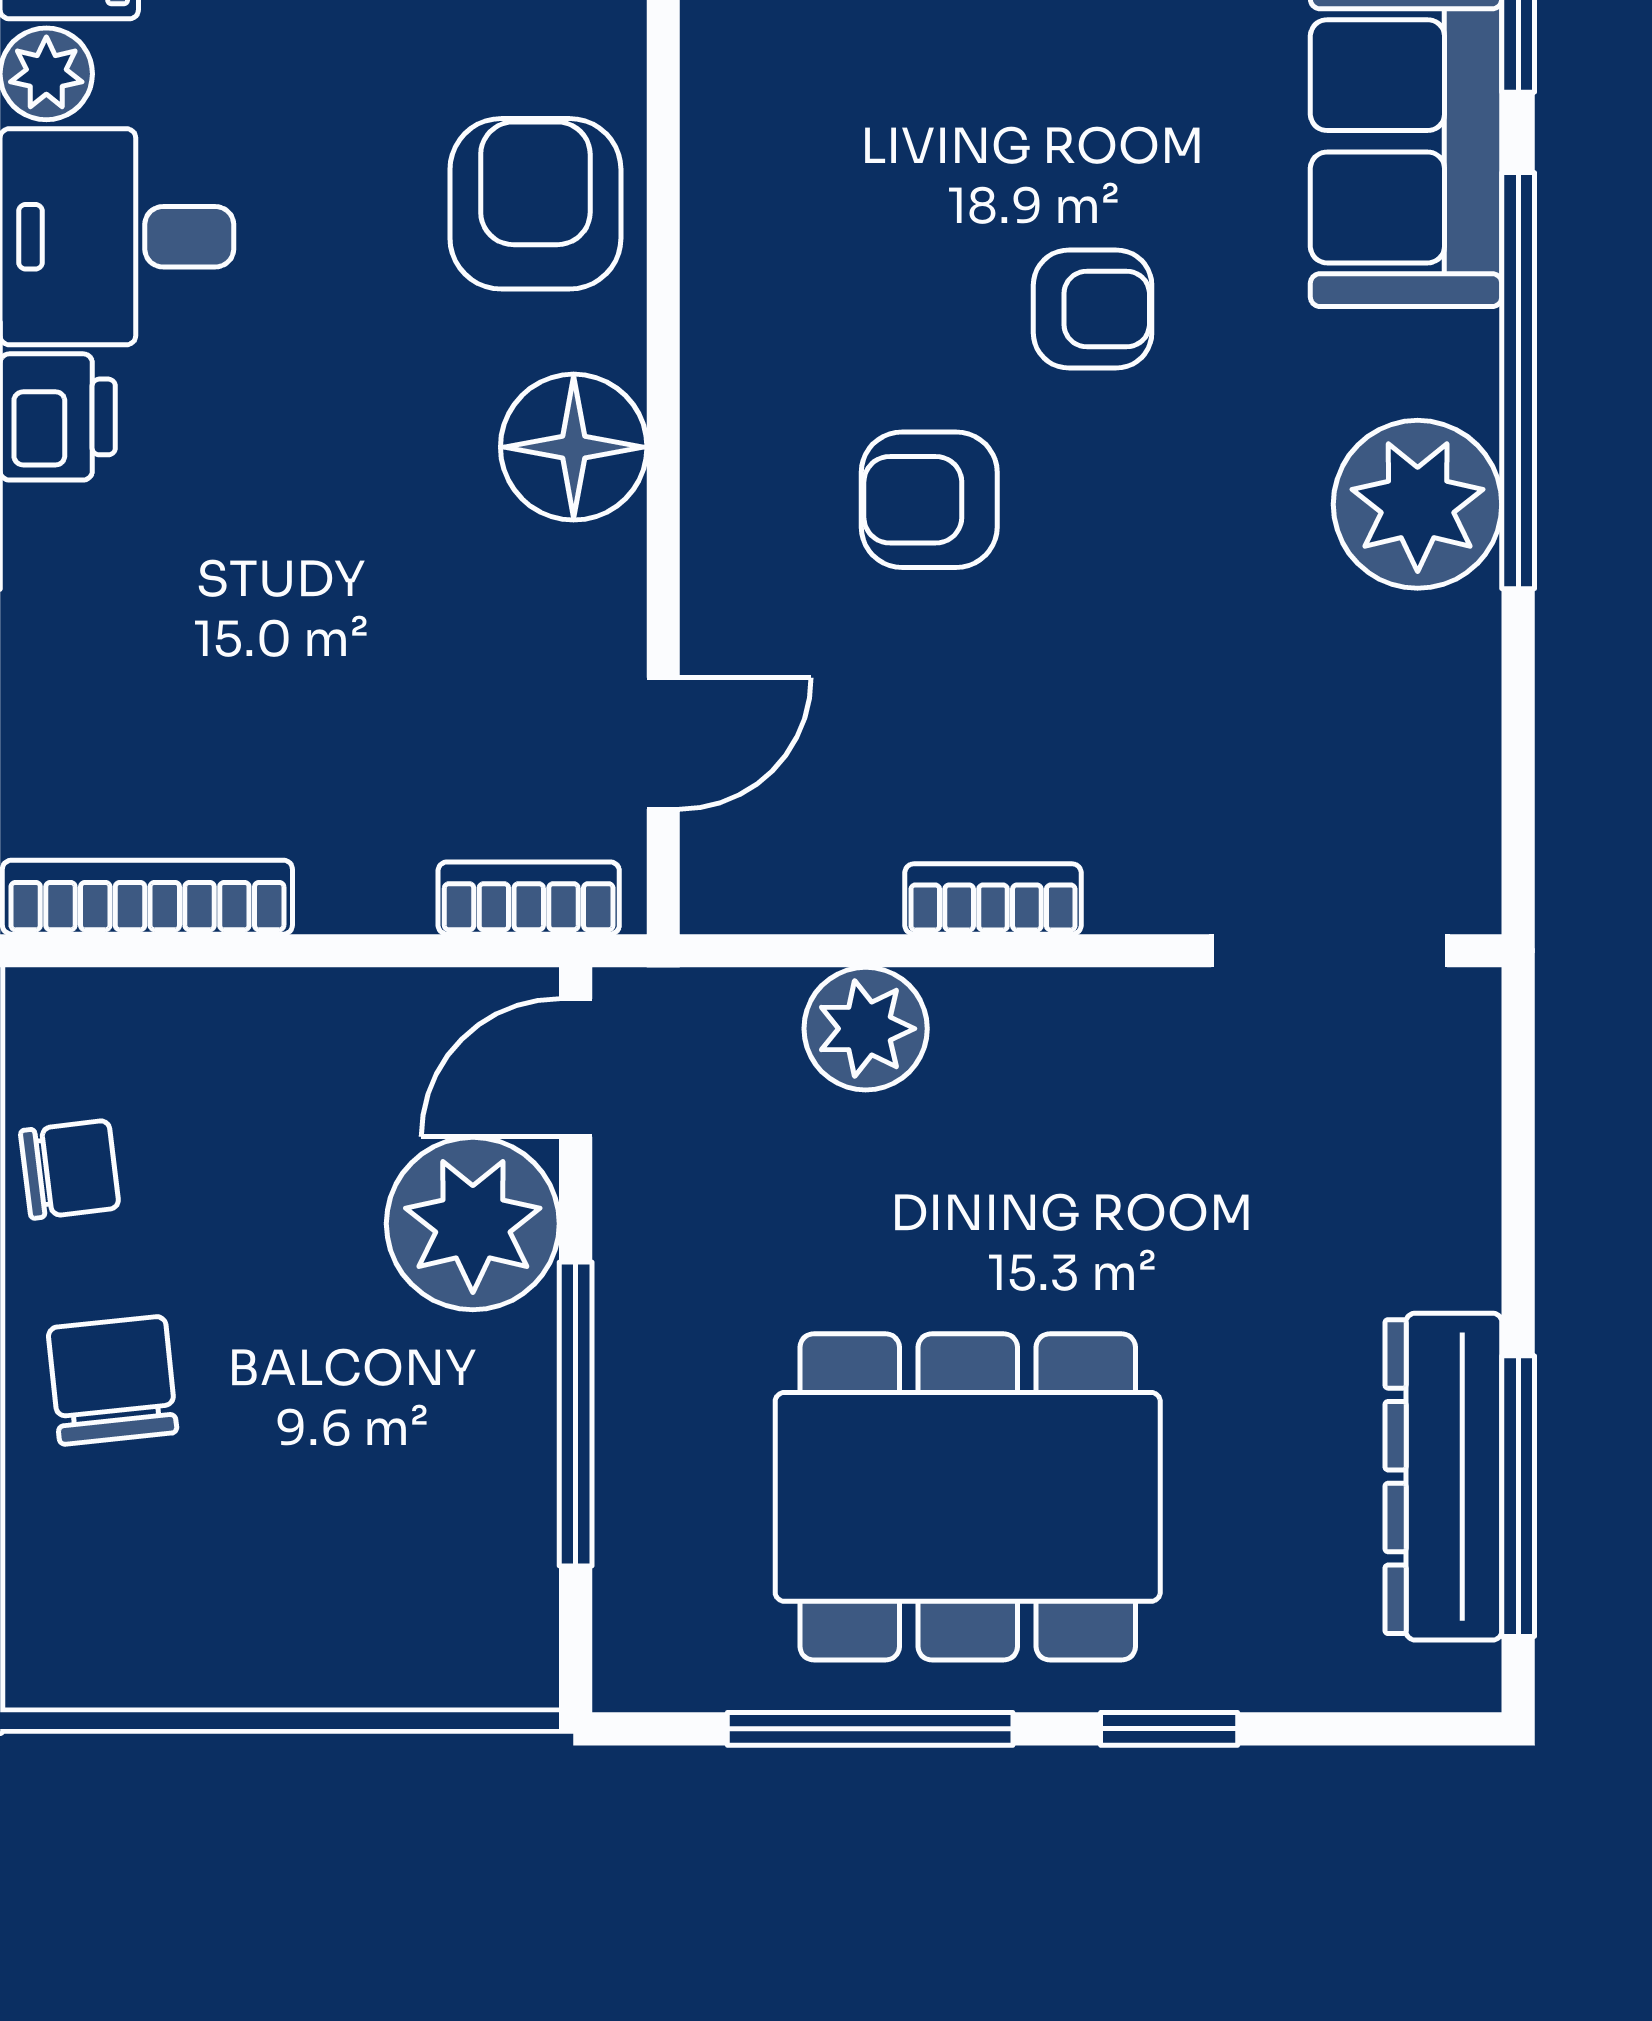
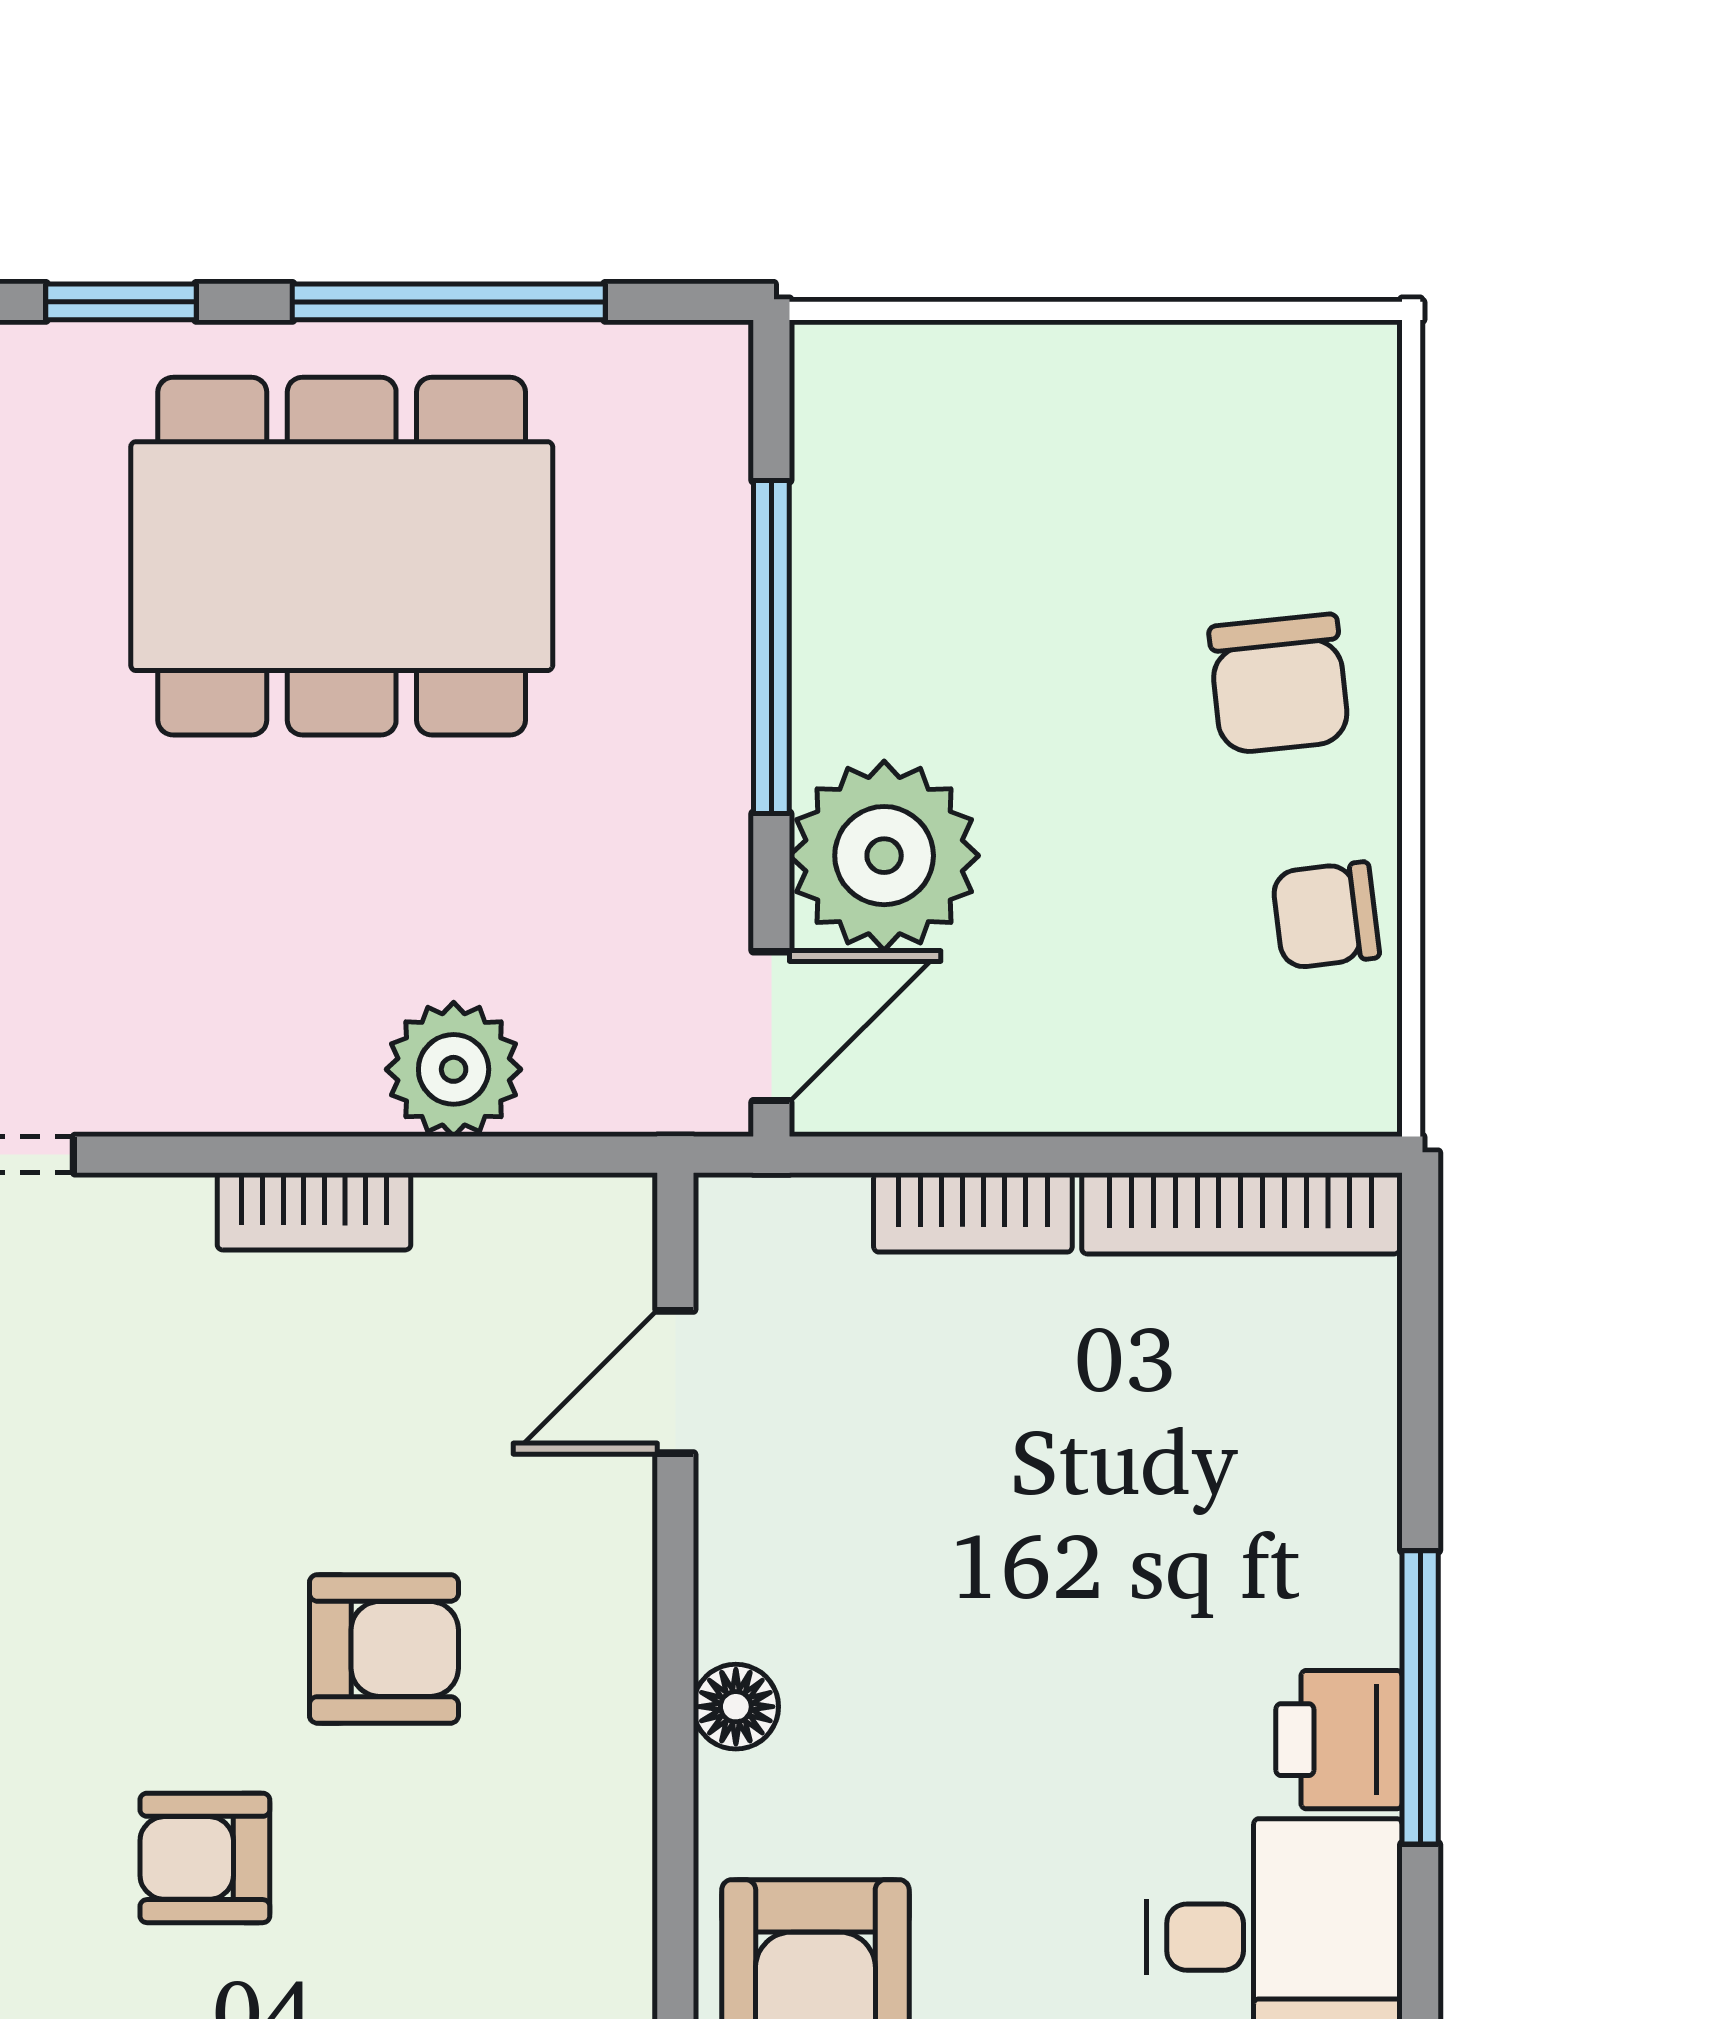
floor lamp: (574, 447) -> (736, 1707), width x0.53, depth x0.53
bookcase: (529, 898) -> (973, 1212), moved

